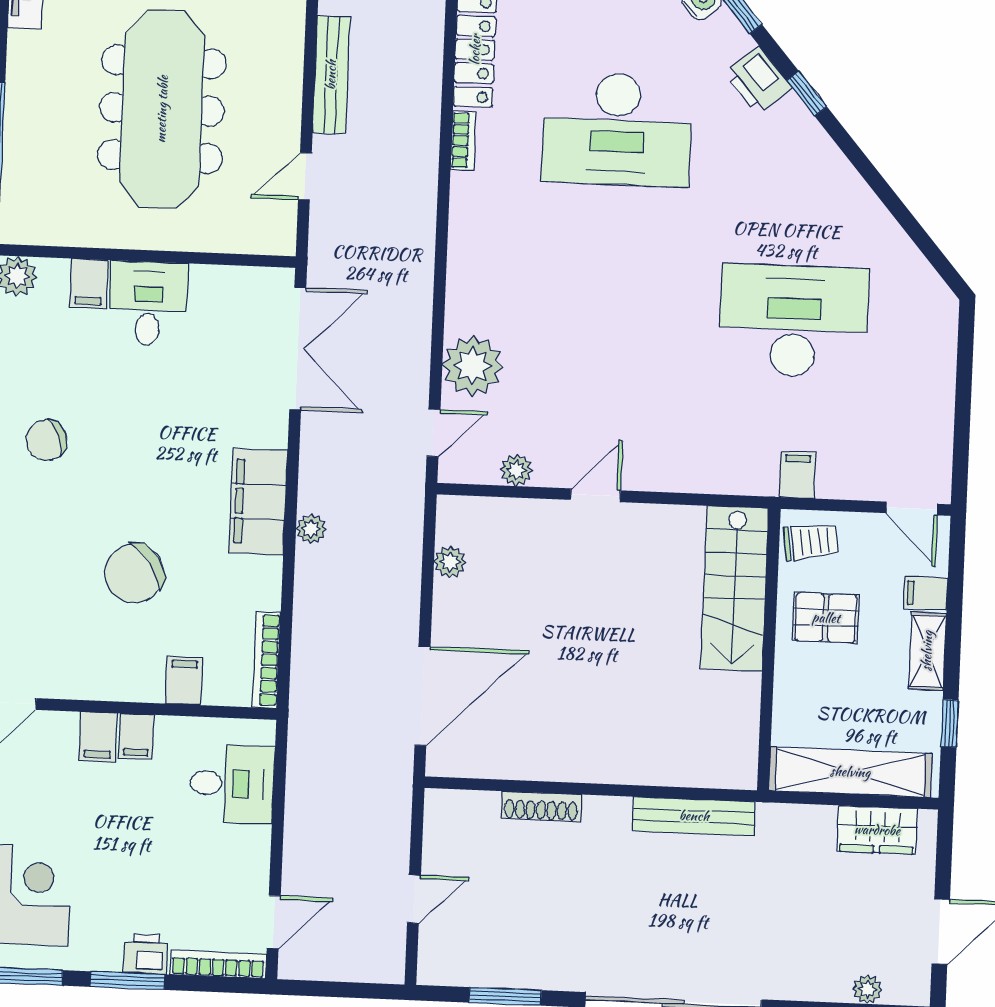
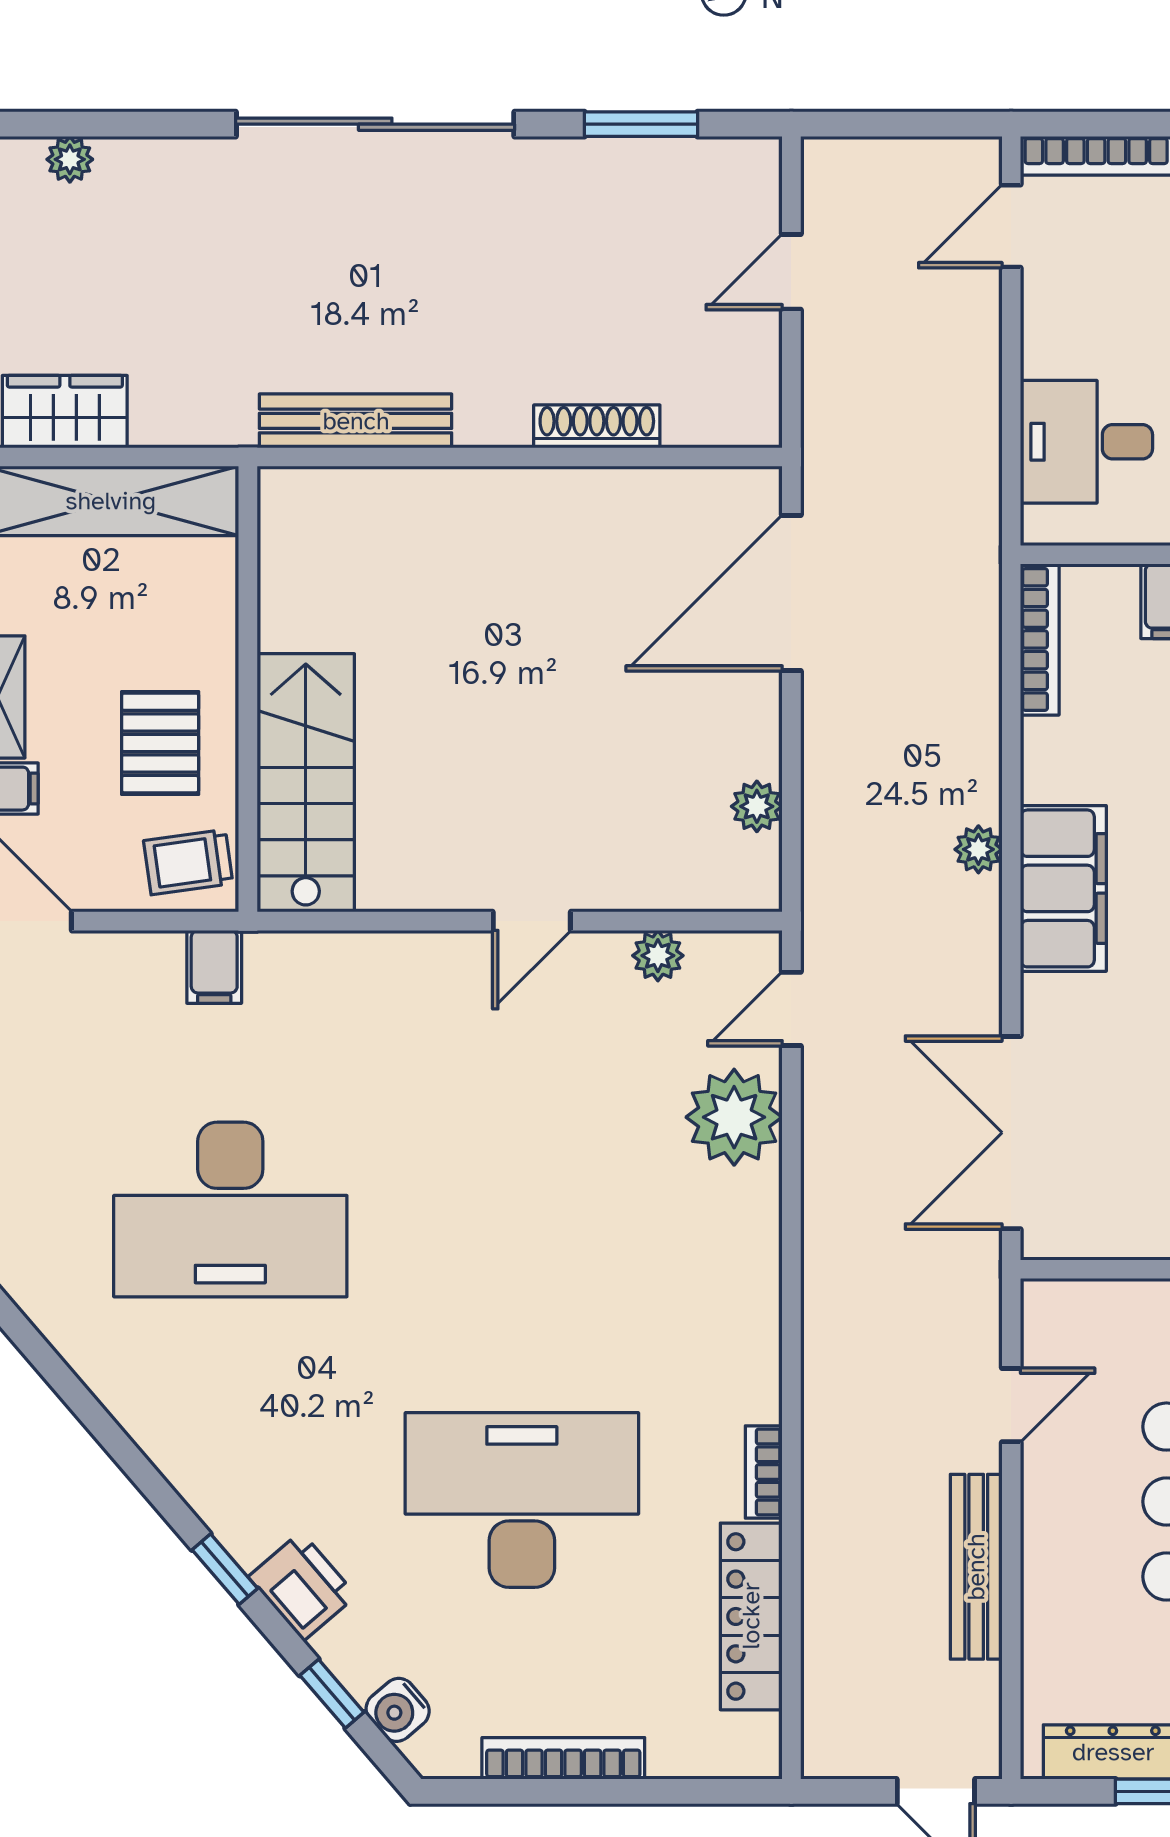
pallet: (826, 618) -> (160, 743), turned 90

